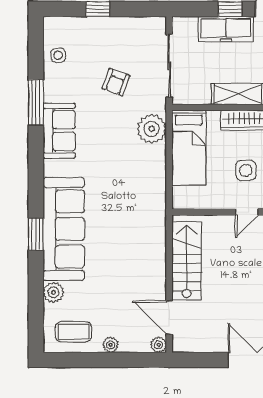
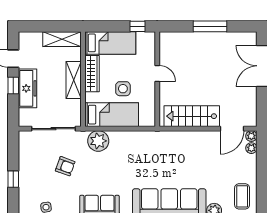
side table: (246, 170) -> (123, 89), moved
plant: (111, 345) -> (251, 148), moved

